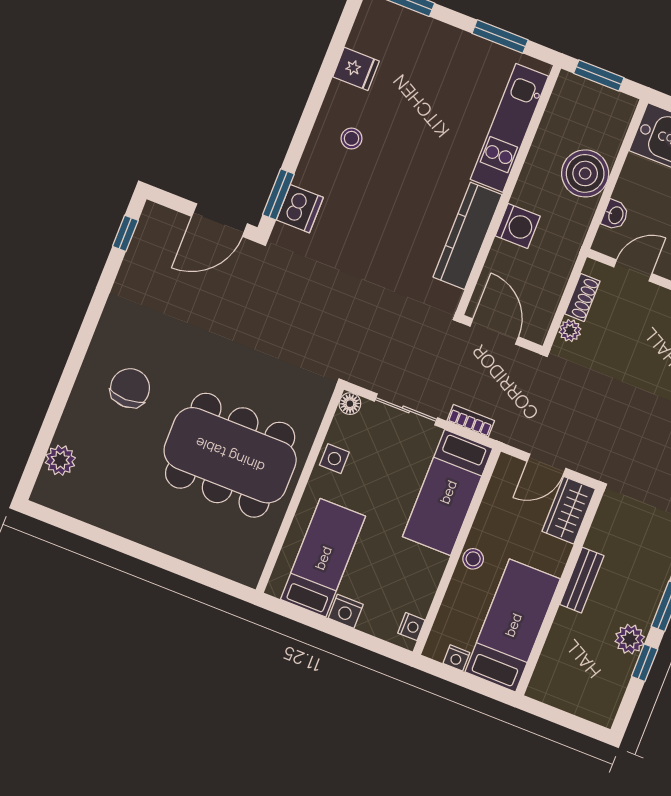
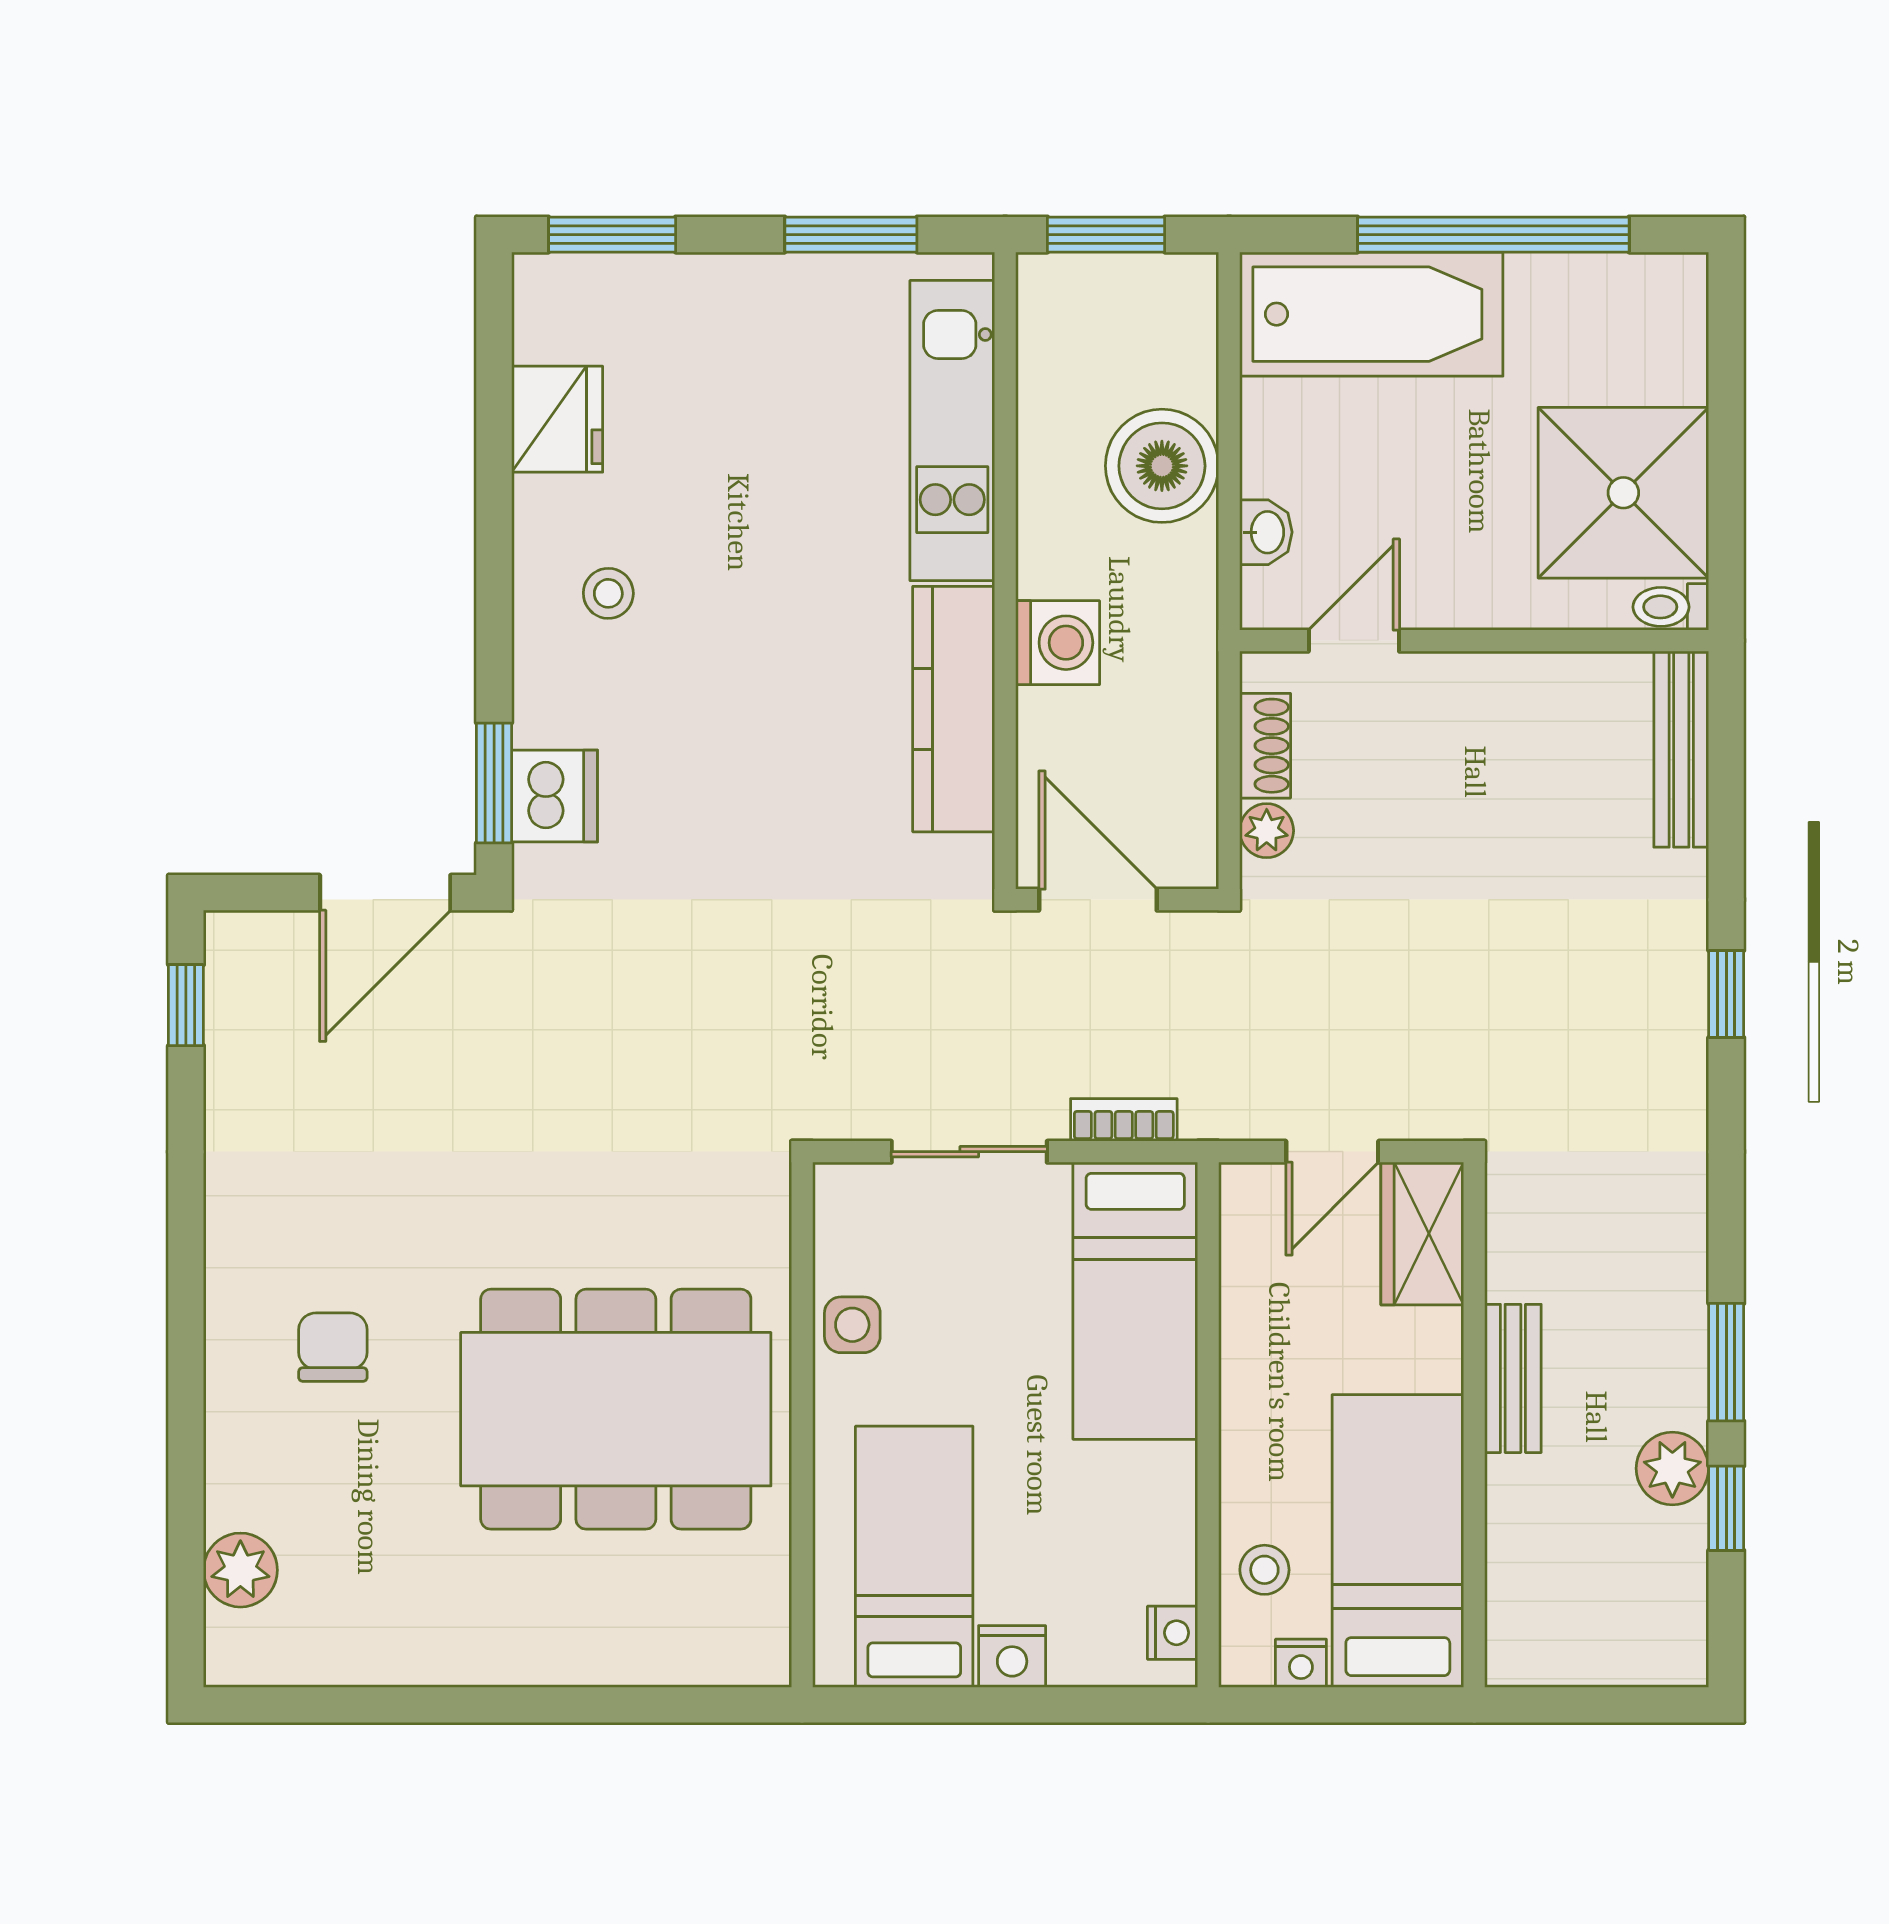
fridge: (356, 69) -> (557, 419), width x1.38
chair: (130, 388) -> (333, 1347), width x0.73, depth x0.73
floor lamp: (350, 404) -> (839, 1188), removed
stool: (473, 559) -> (1264, 1570), moved

